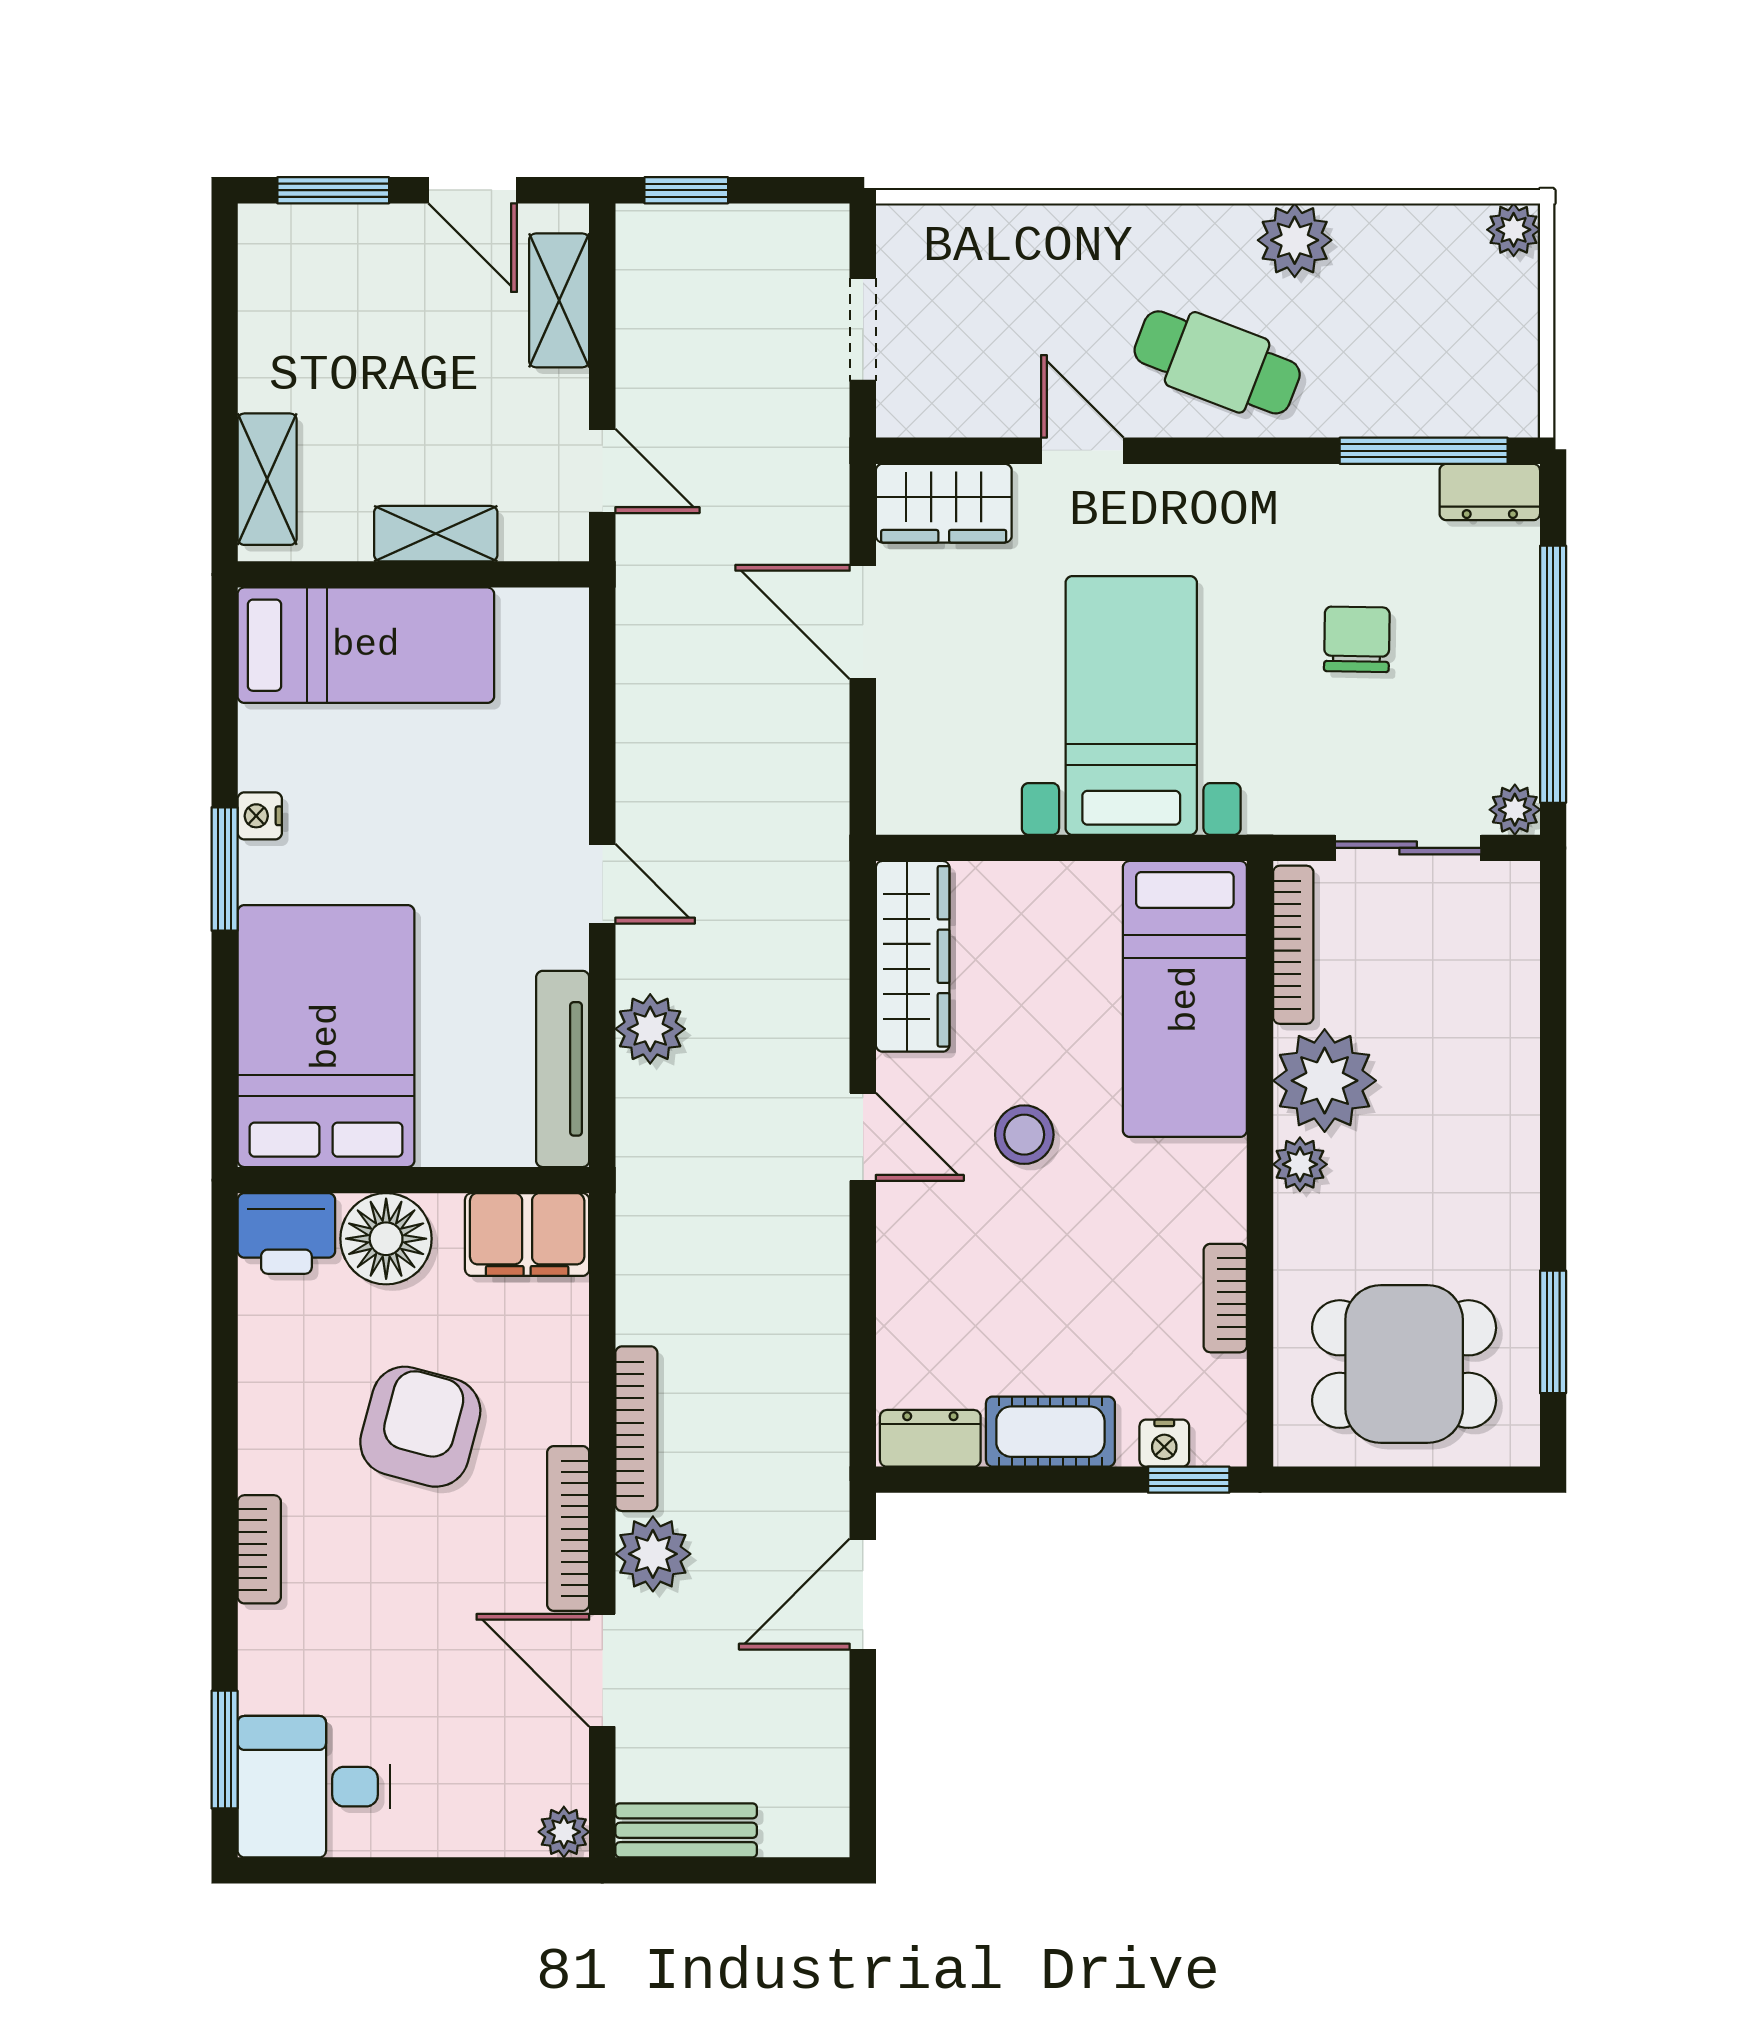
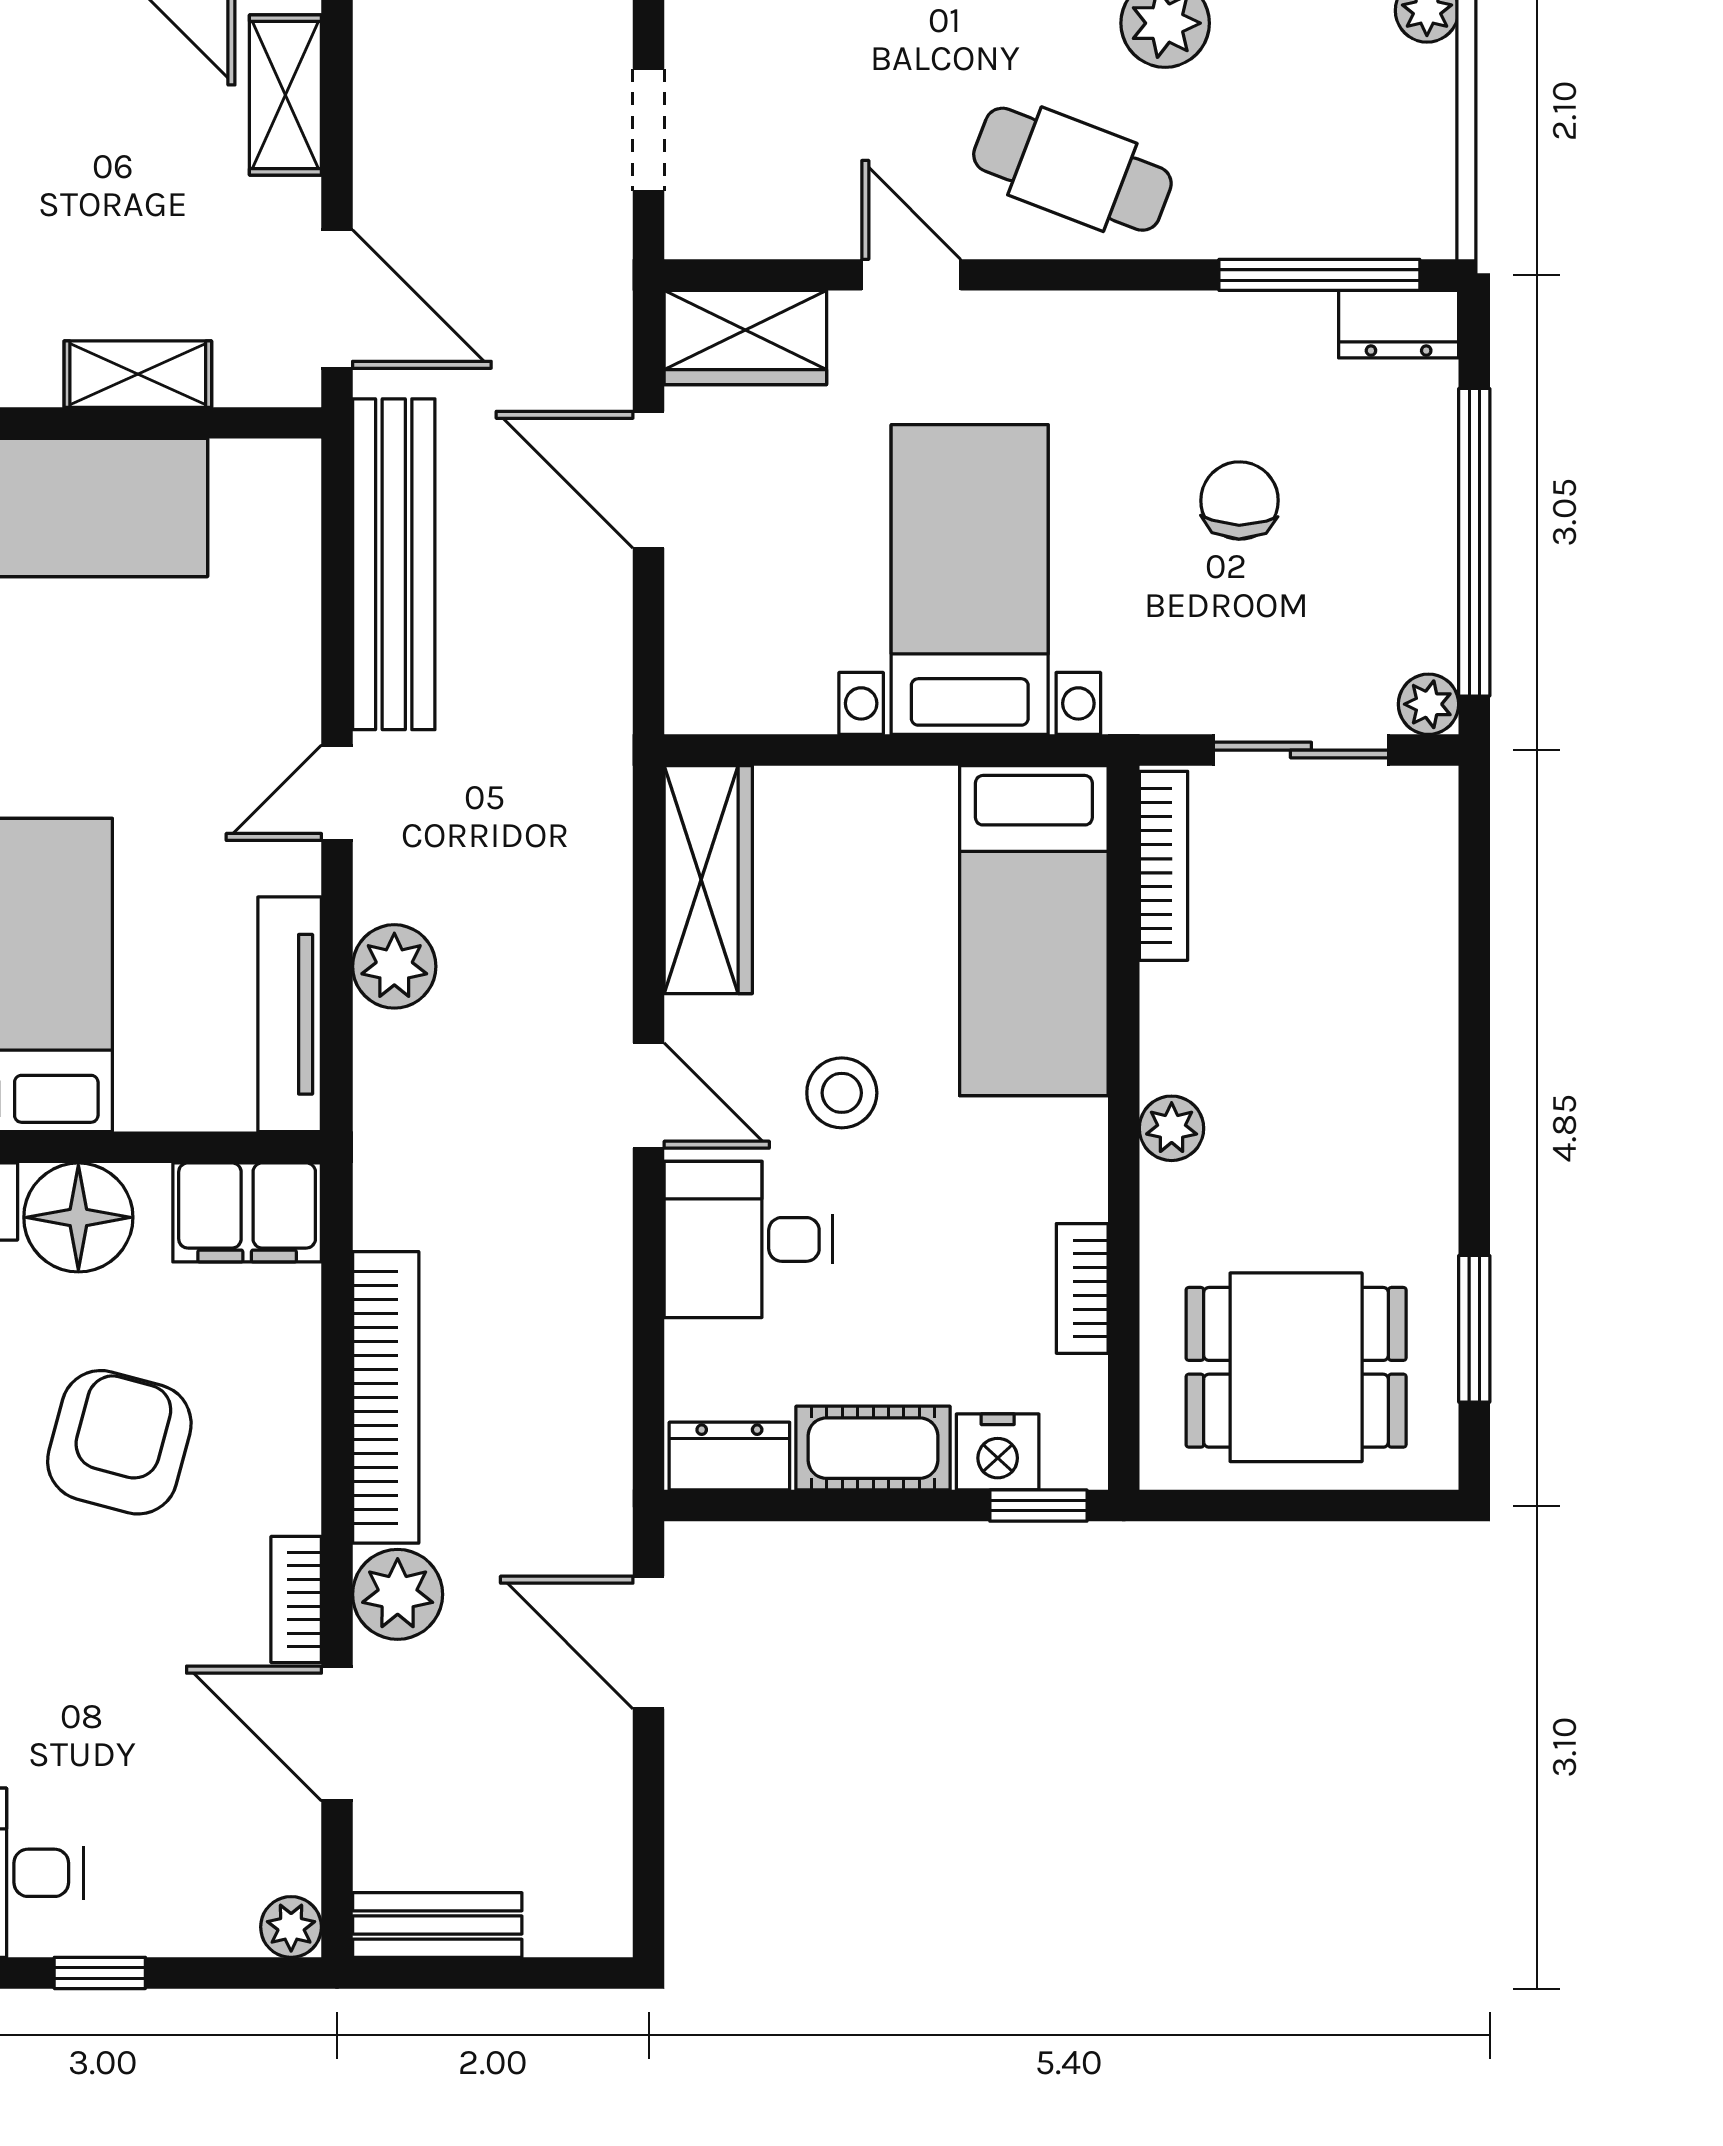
door: (602, 471) -> (337, 299), width x1.38
bench: (650, 693) -> (394, 564), added
door: (602, 884) -> (337, 793), swing flipped
plant: (1325, 1081) -> (1201, 1028), removed
desk: (946, 1257) -> (748, 1239), added
bookcase: (636, 1429) -> (386, 1397), width x1.48, depth x1.31
nightstand: (1164, 1443) -> (998, 1452), width x1.39, depth x1.35
bookcase: (568, 1529) -> (296, 1600), width x0.64
door: (863, 1594) -> (649, 1642), hinge flipped
window: (404, 1870) -> (100, 1973), added

